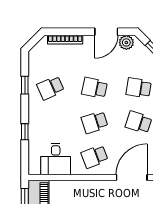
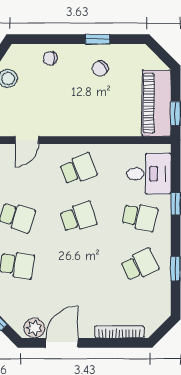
school desk: (95, 88) -> (140, 217), moved
desk: (56, 159) -> (149, 174), moved, turned 90
door: (132, 178) -> (27, 140), width x0.53

